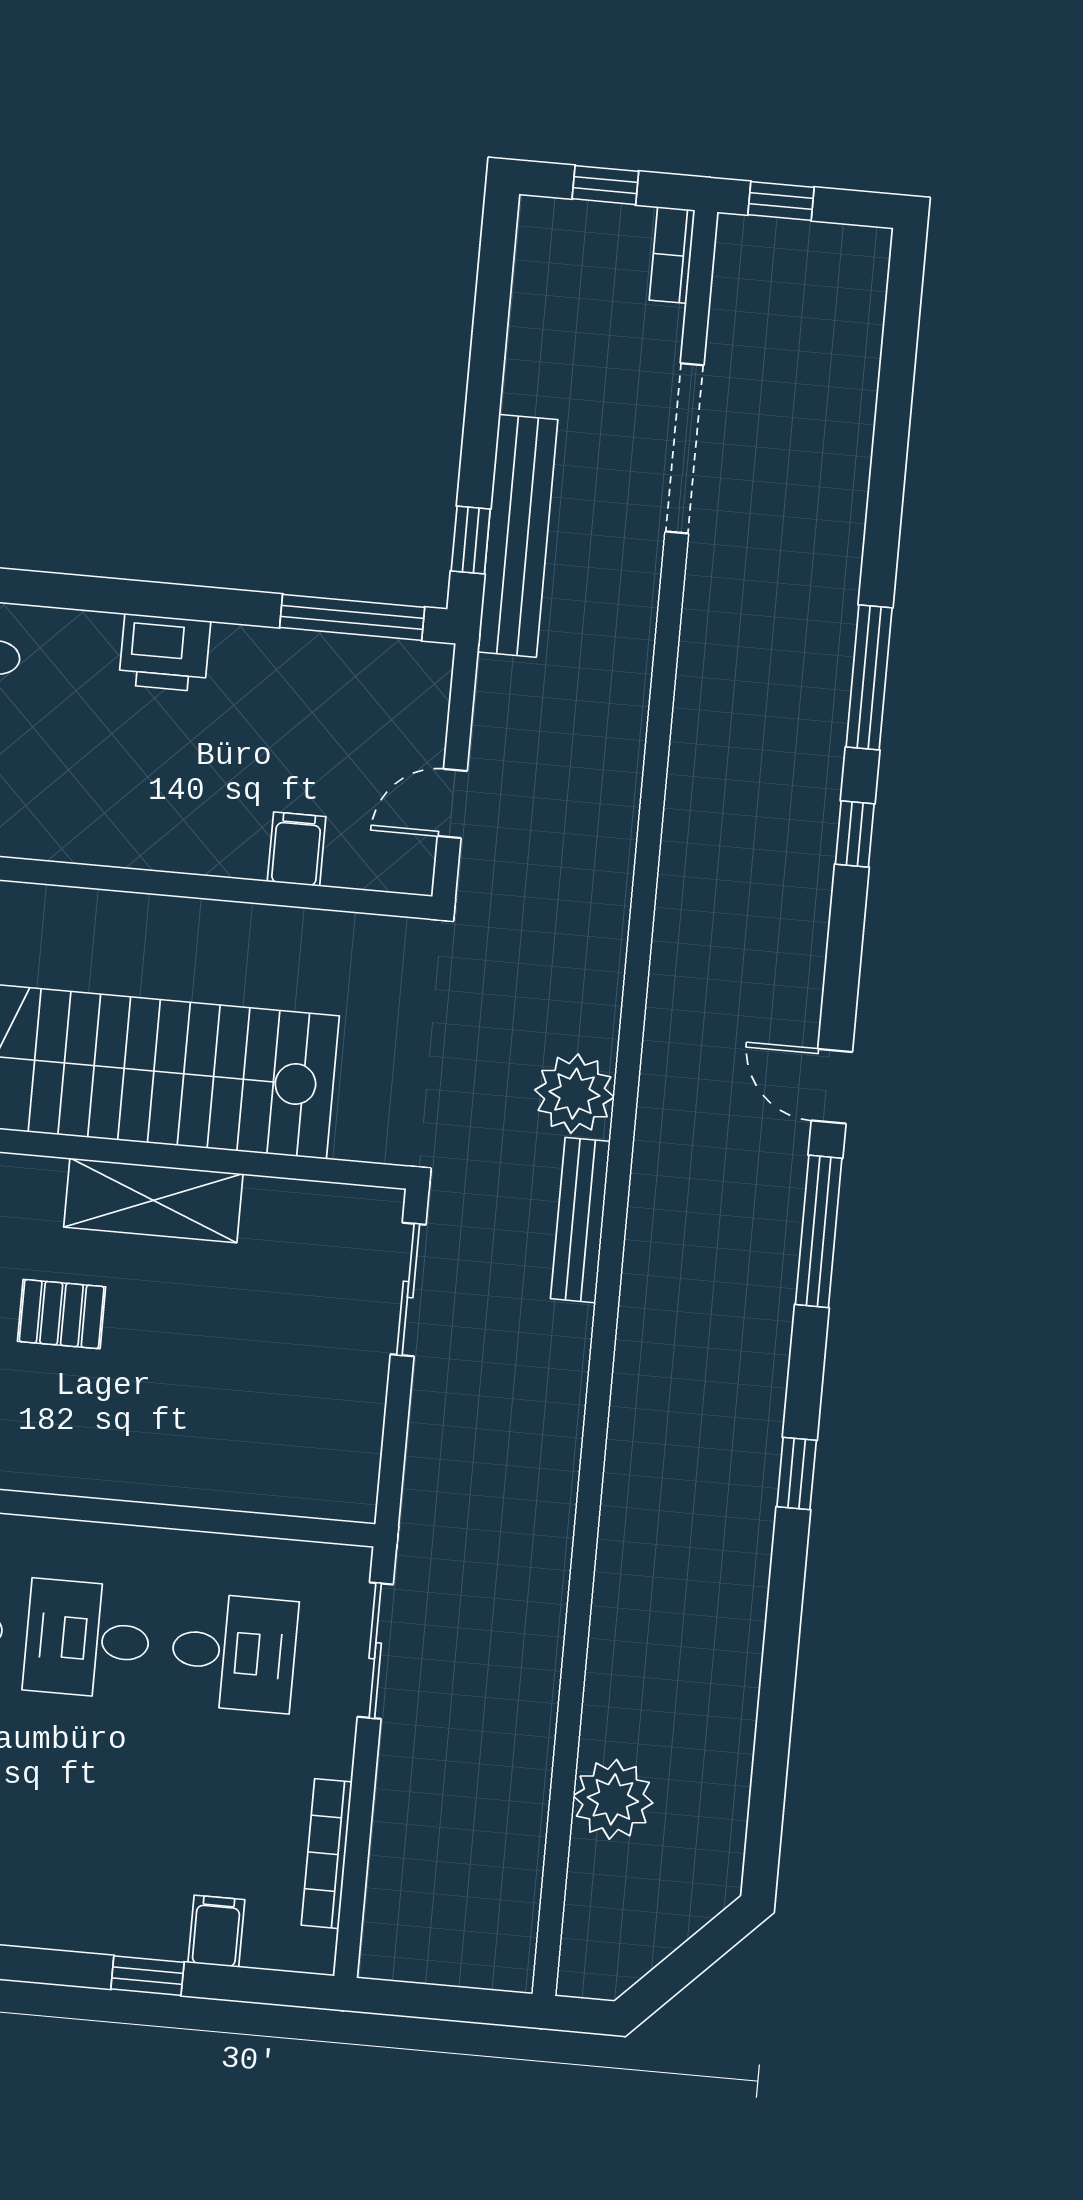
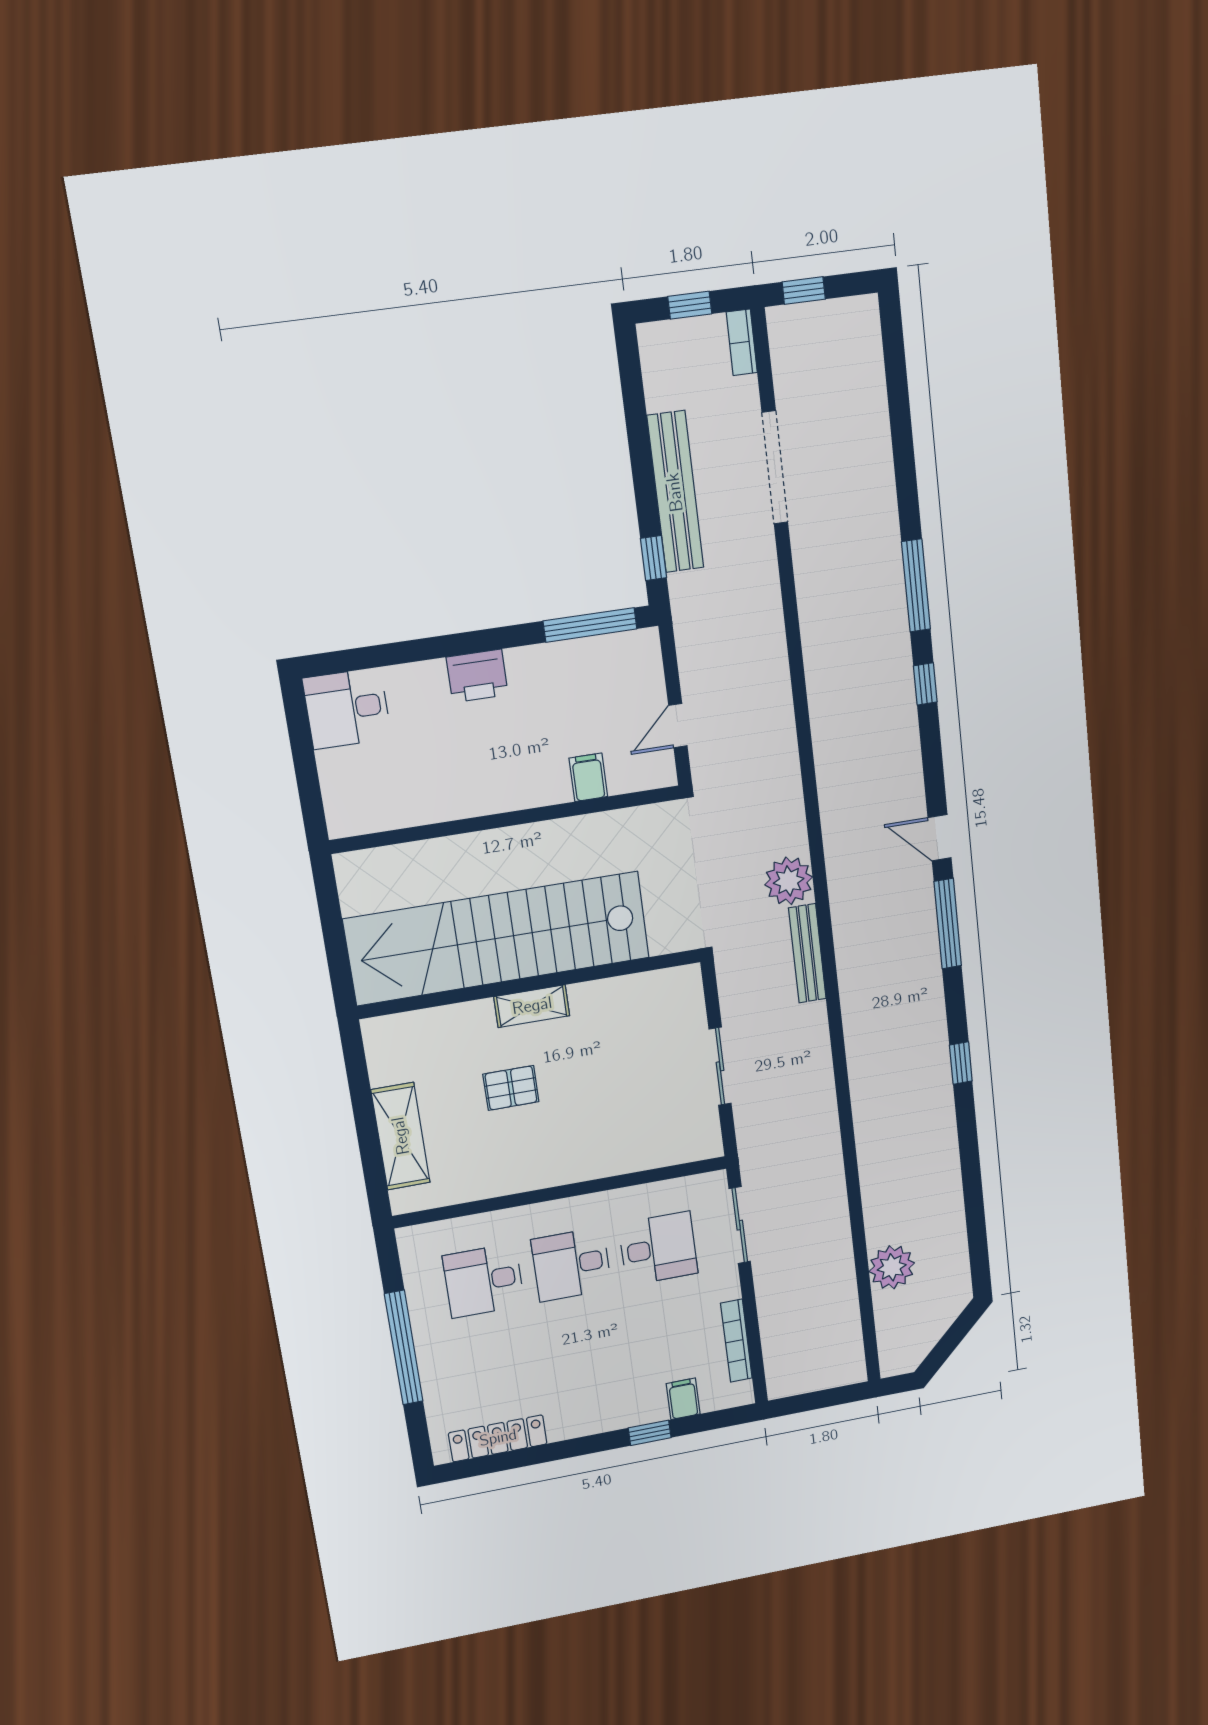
bench: (518, 536) -> (675, 492), moved
shelving: (153, 1200) -> (532, 1006), width x0.67, depth x0.75
sliding door: (408, 1290) -> (720, 1066), moved

